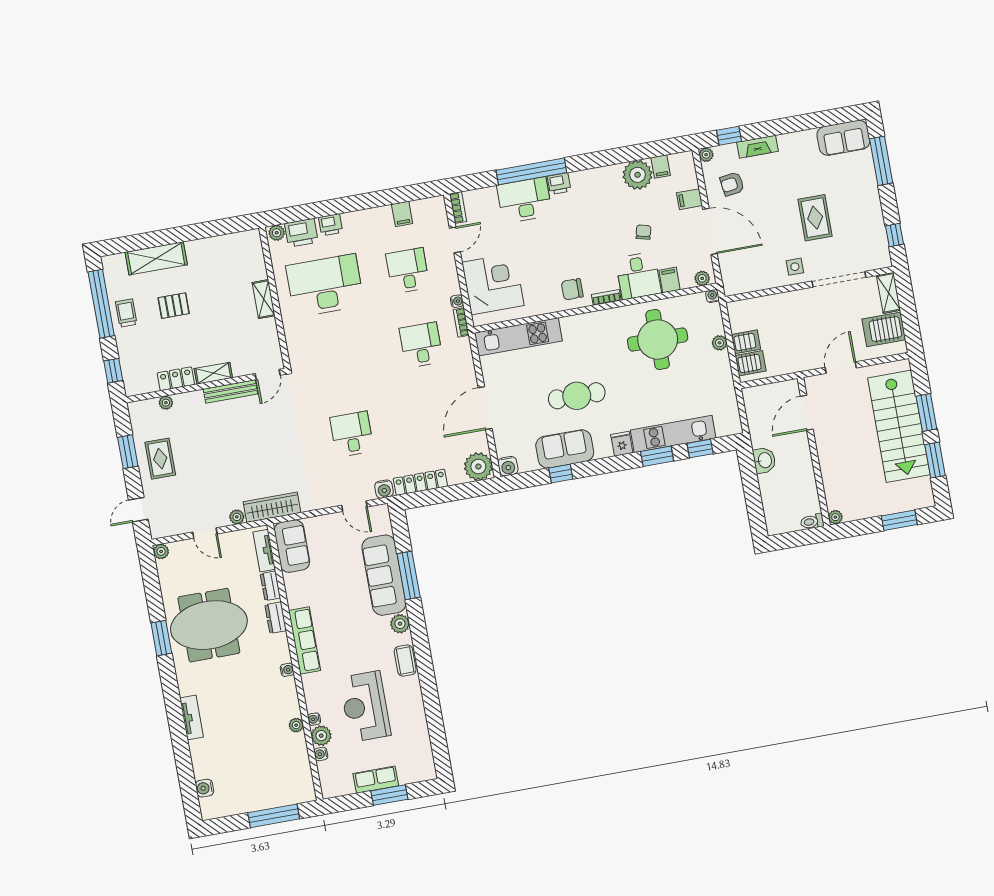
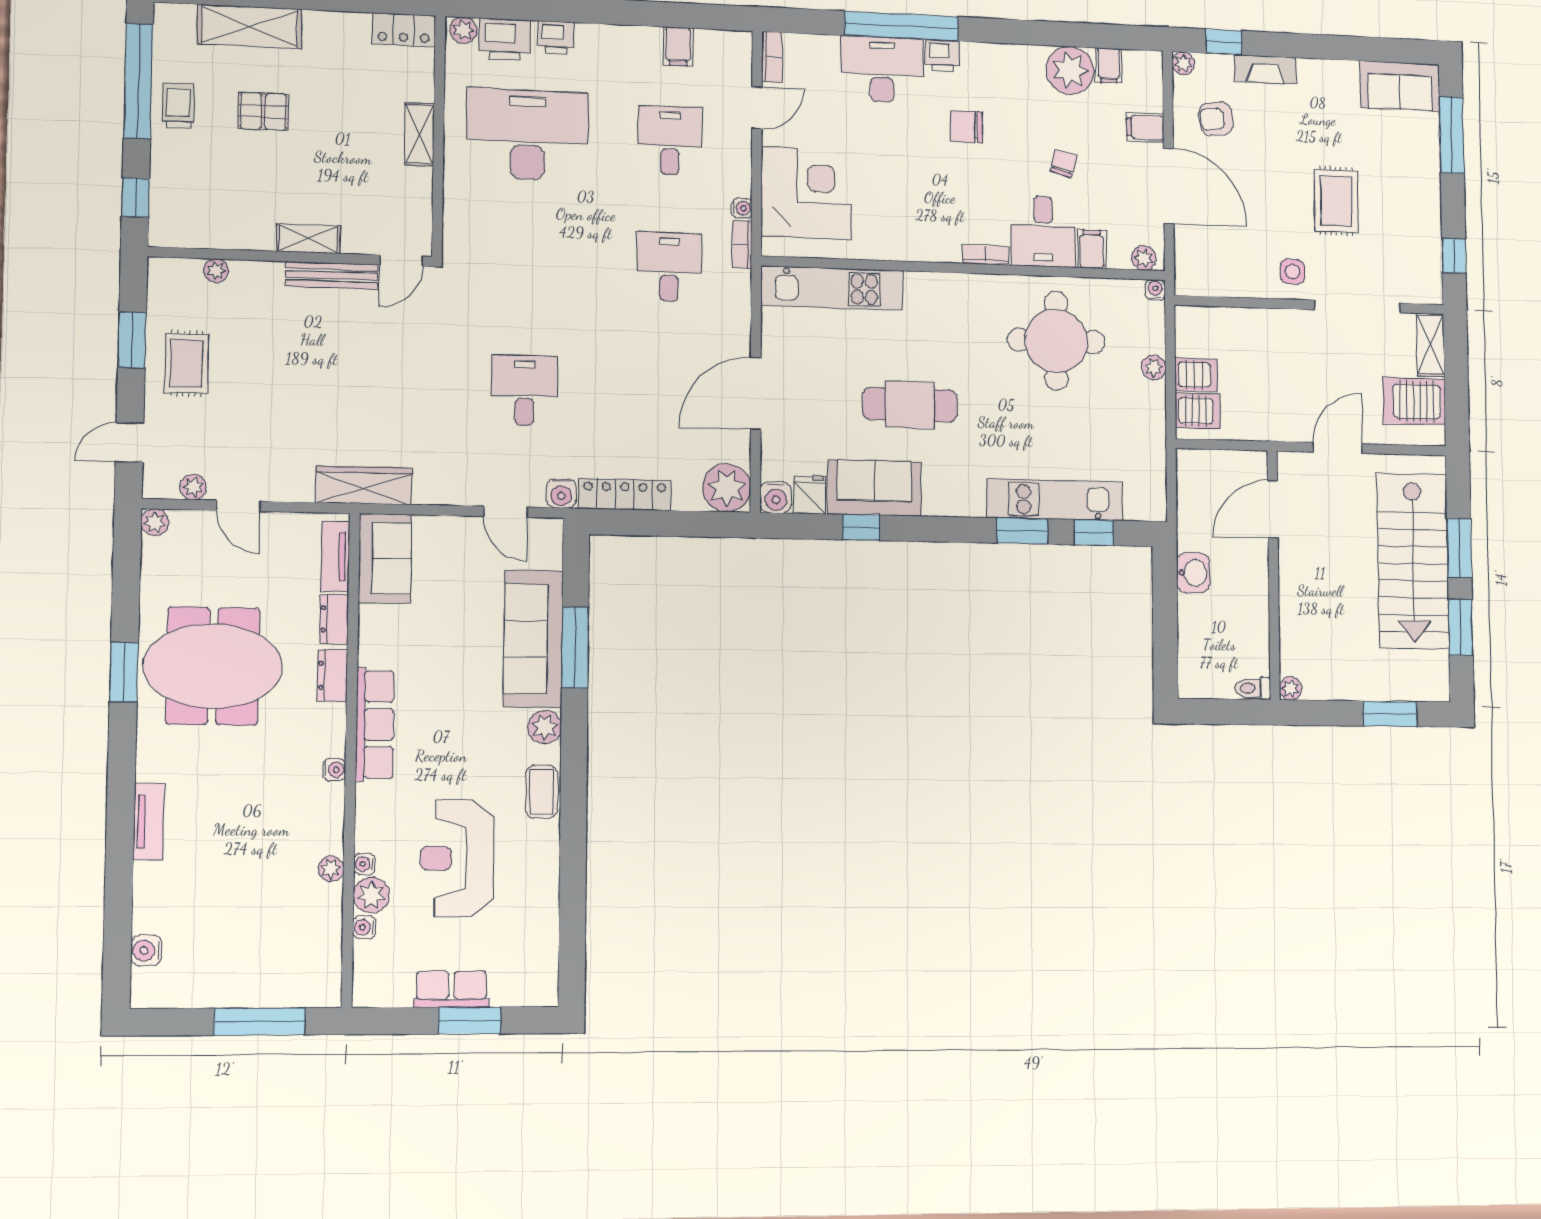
chair: (572, 289) -> (967, 127), moved
locker: (176, 379) -> (404, 30), moved, turned 180
fridge: (622, 444) -> (810, 495), moved
plant: (237, 517) -> (193, 487), moved

